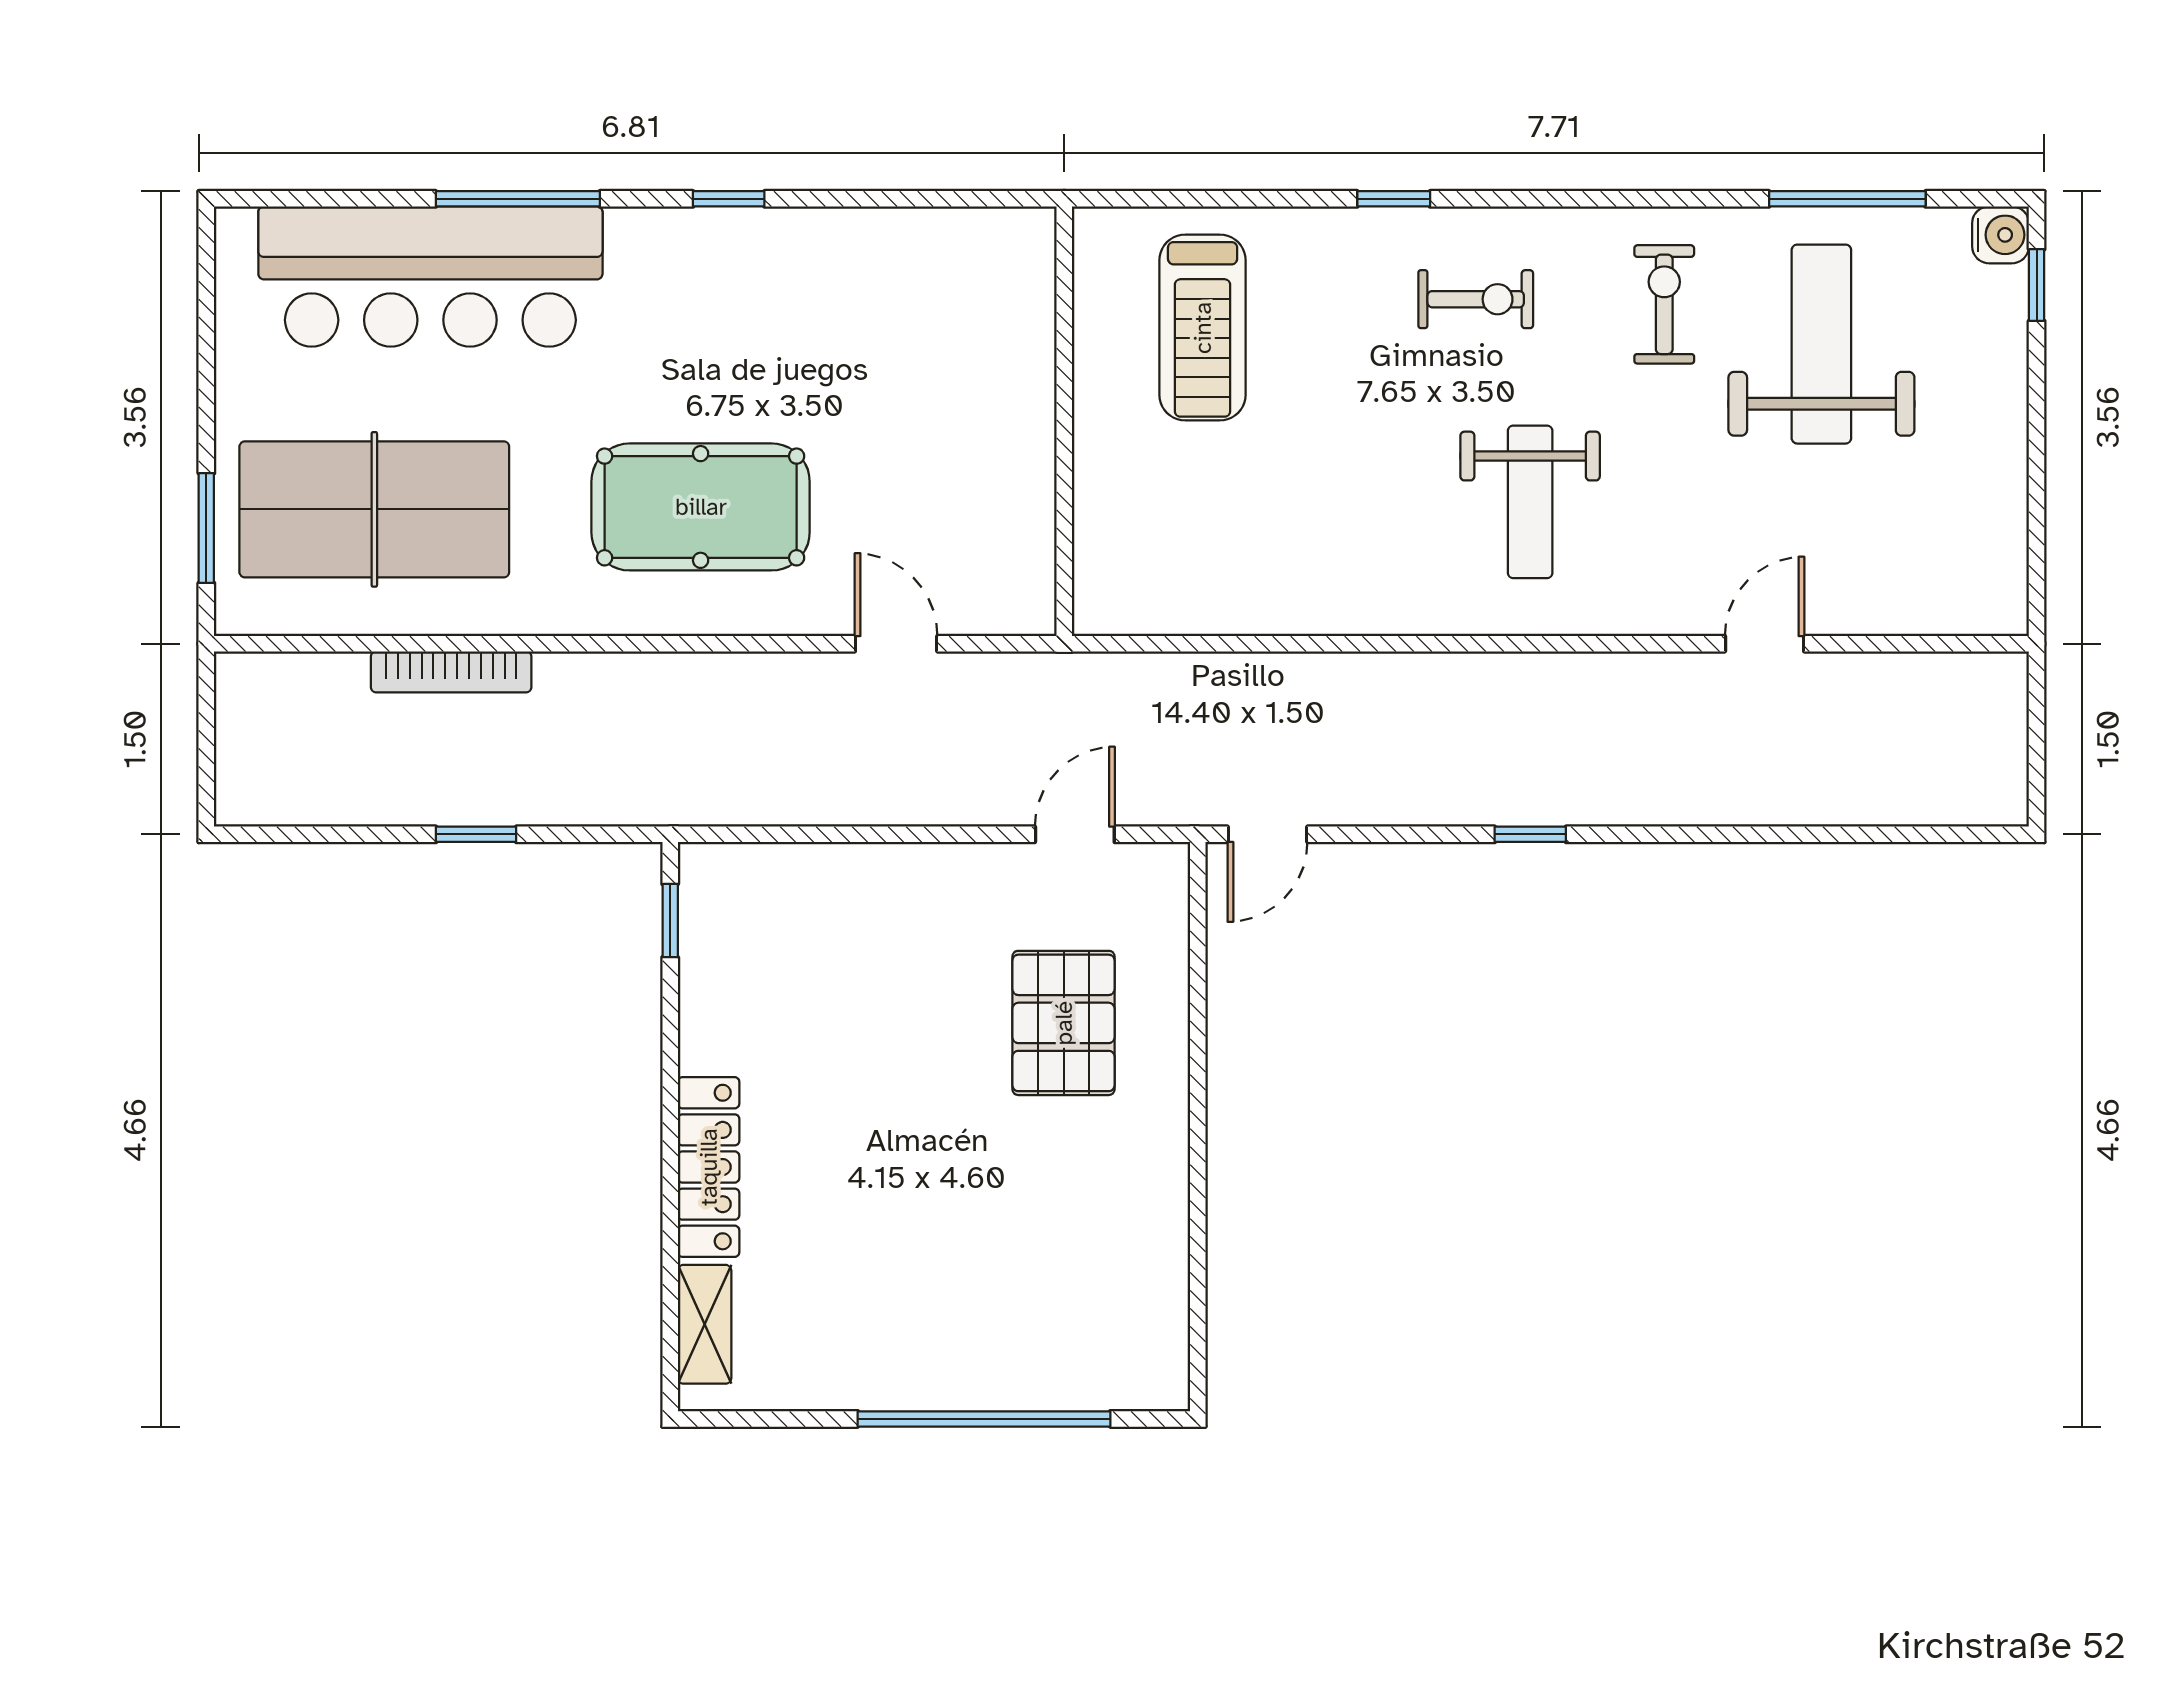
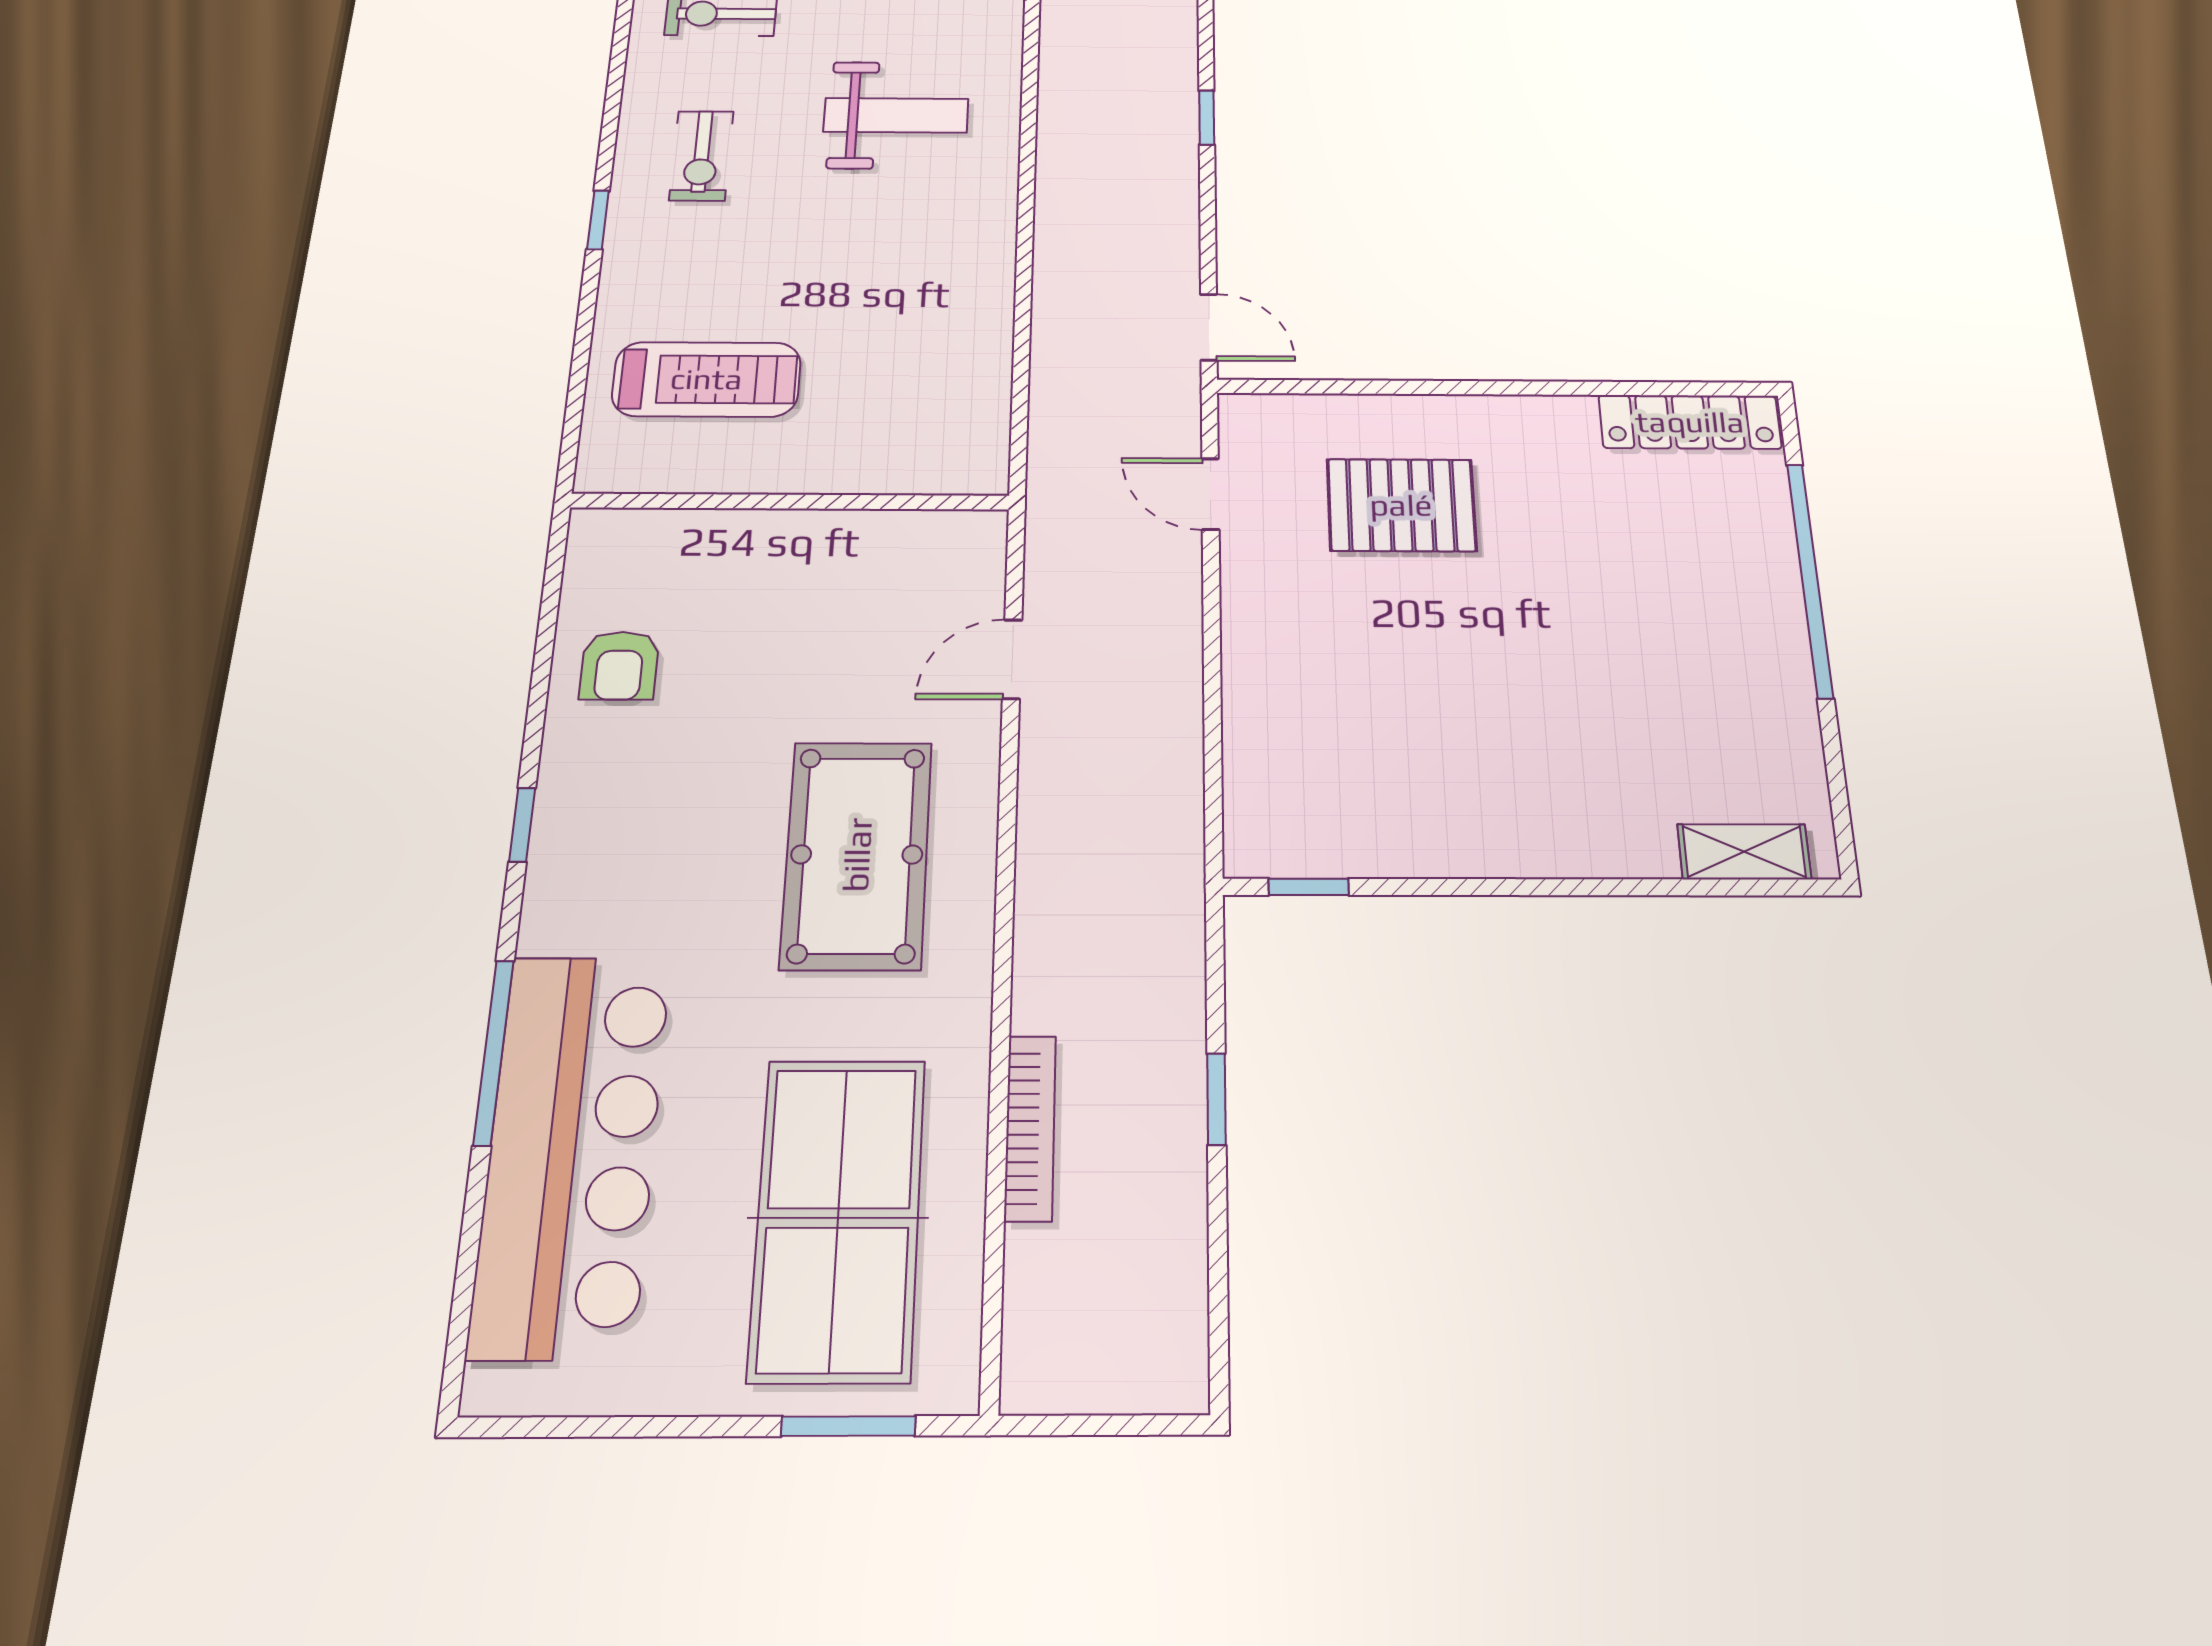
armchair: (888, 272) -> (619, 666), added
exercise bike: (1476, 299) -> (702, 156), turned 180
locker: (709, 1167) -> (1690, 422), moved, turned 180

